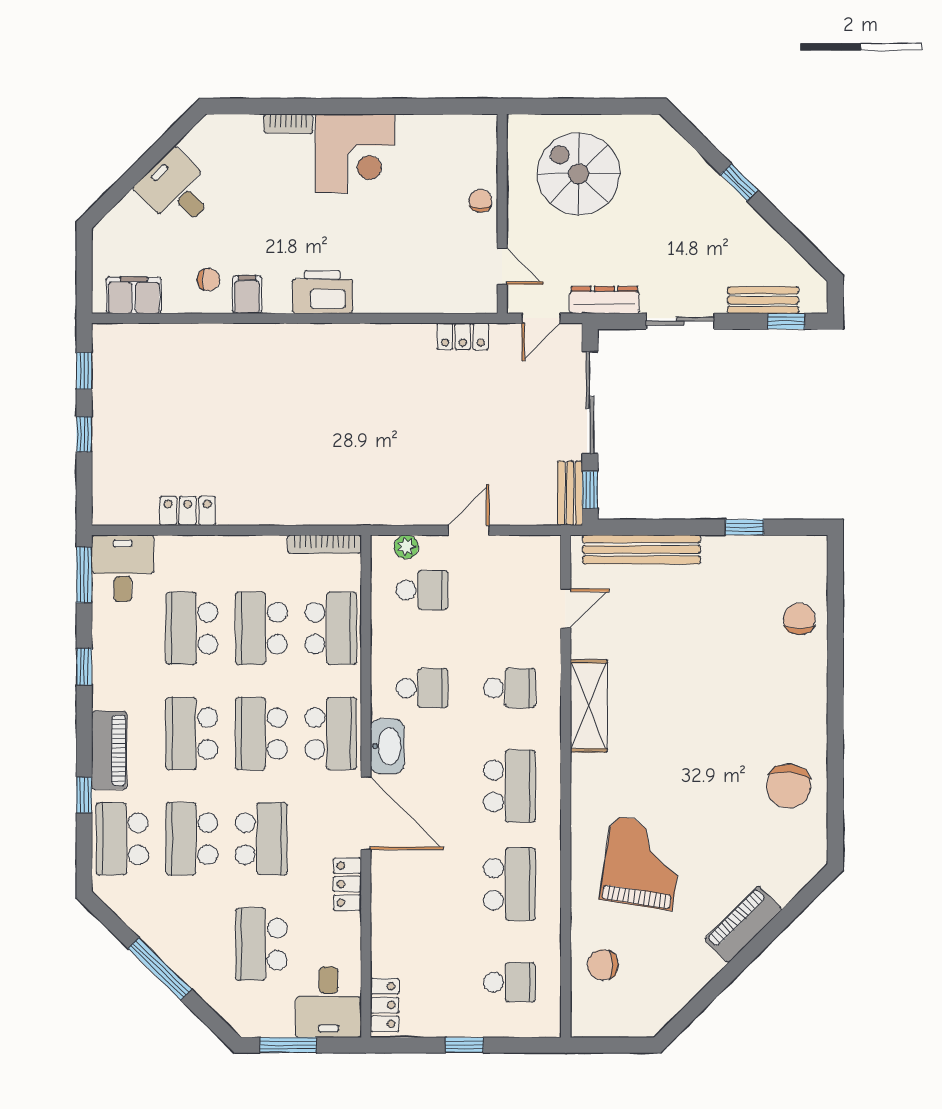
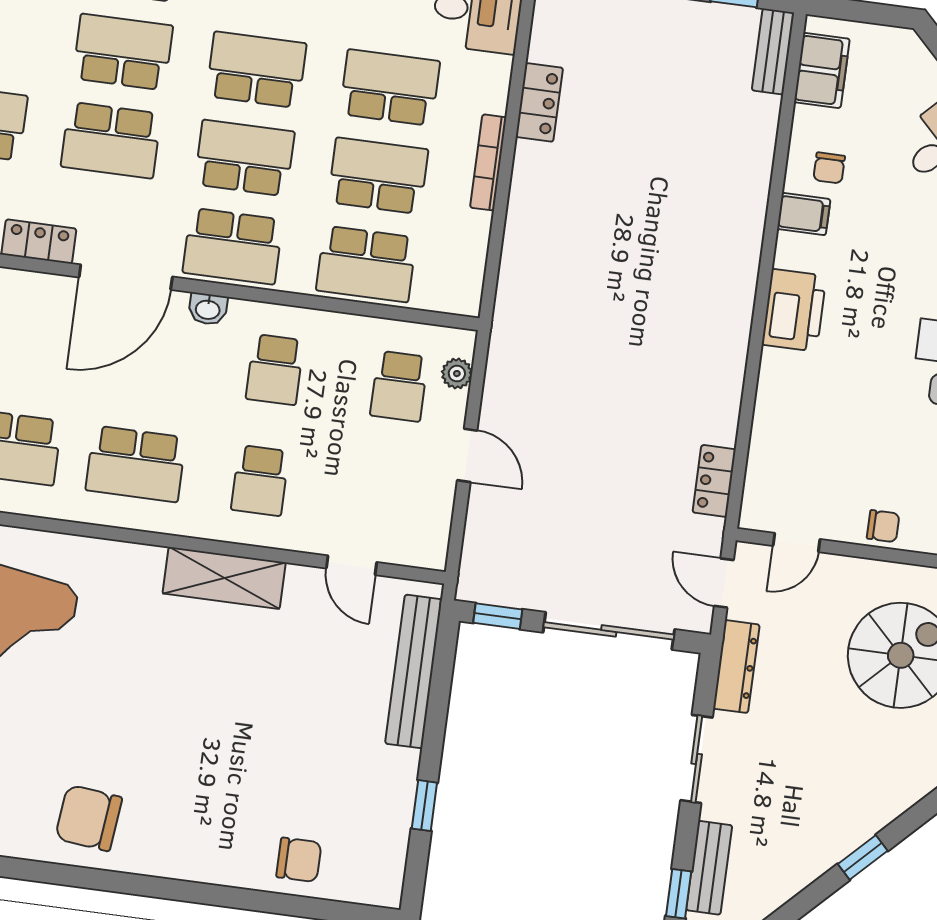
bench: (570, 493) -> (773, 51), moved, turned 90
bookcase: (324, 544) -> (488, 162), moved
washbasin: (387, 746) -> (208, 309), width x0.52, depth x0.69

